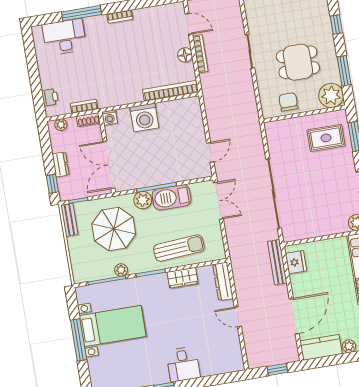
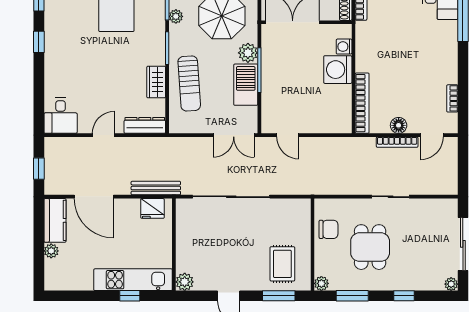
bookcase: (120, 17) -> (452, 98), moved
plant: (331, 95) -> (321, 283), width x0.53, depth x0.53
washing machine: (110, 118) -> (344, 47), moved
desk: (183, 364) -> (61, 116), moved, turned -90

